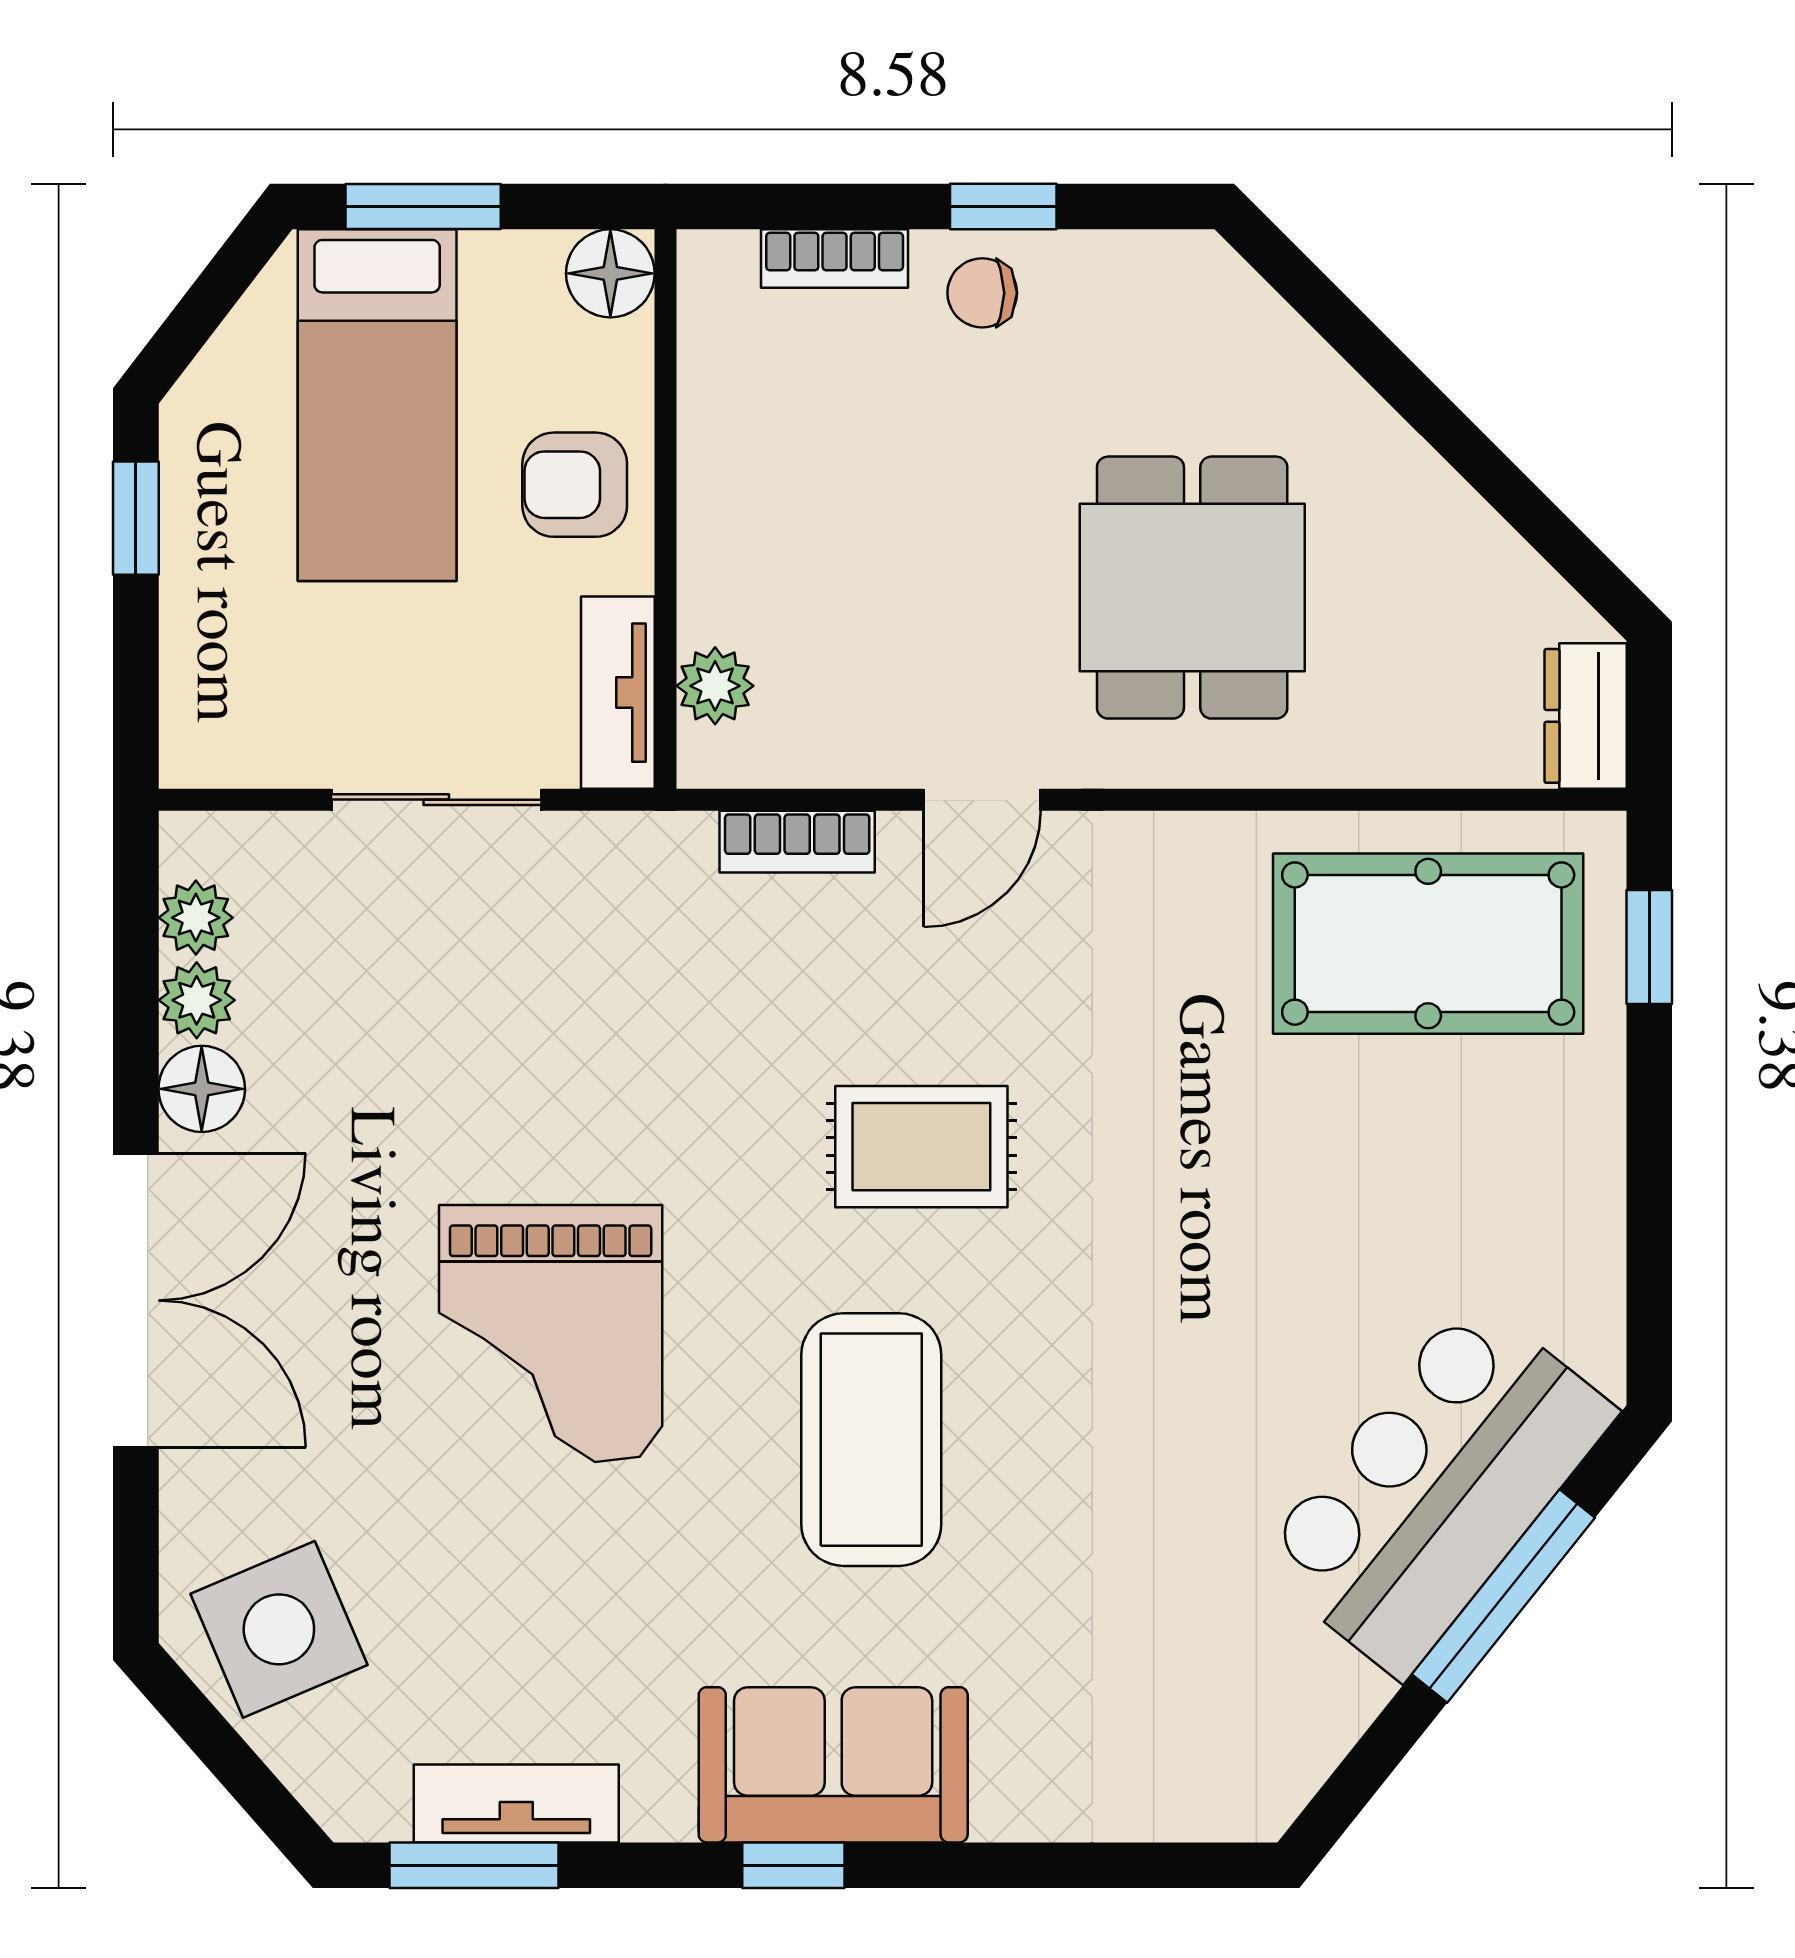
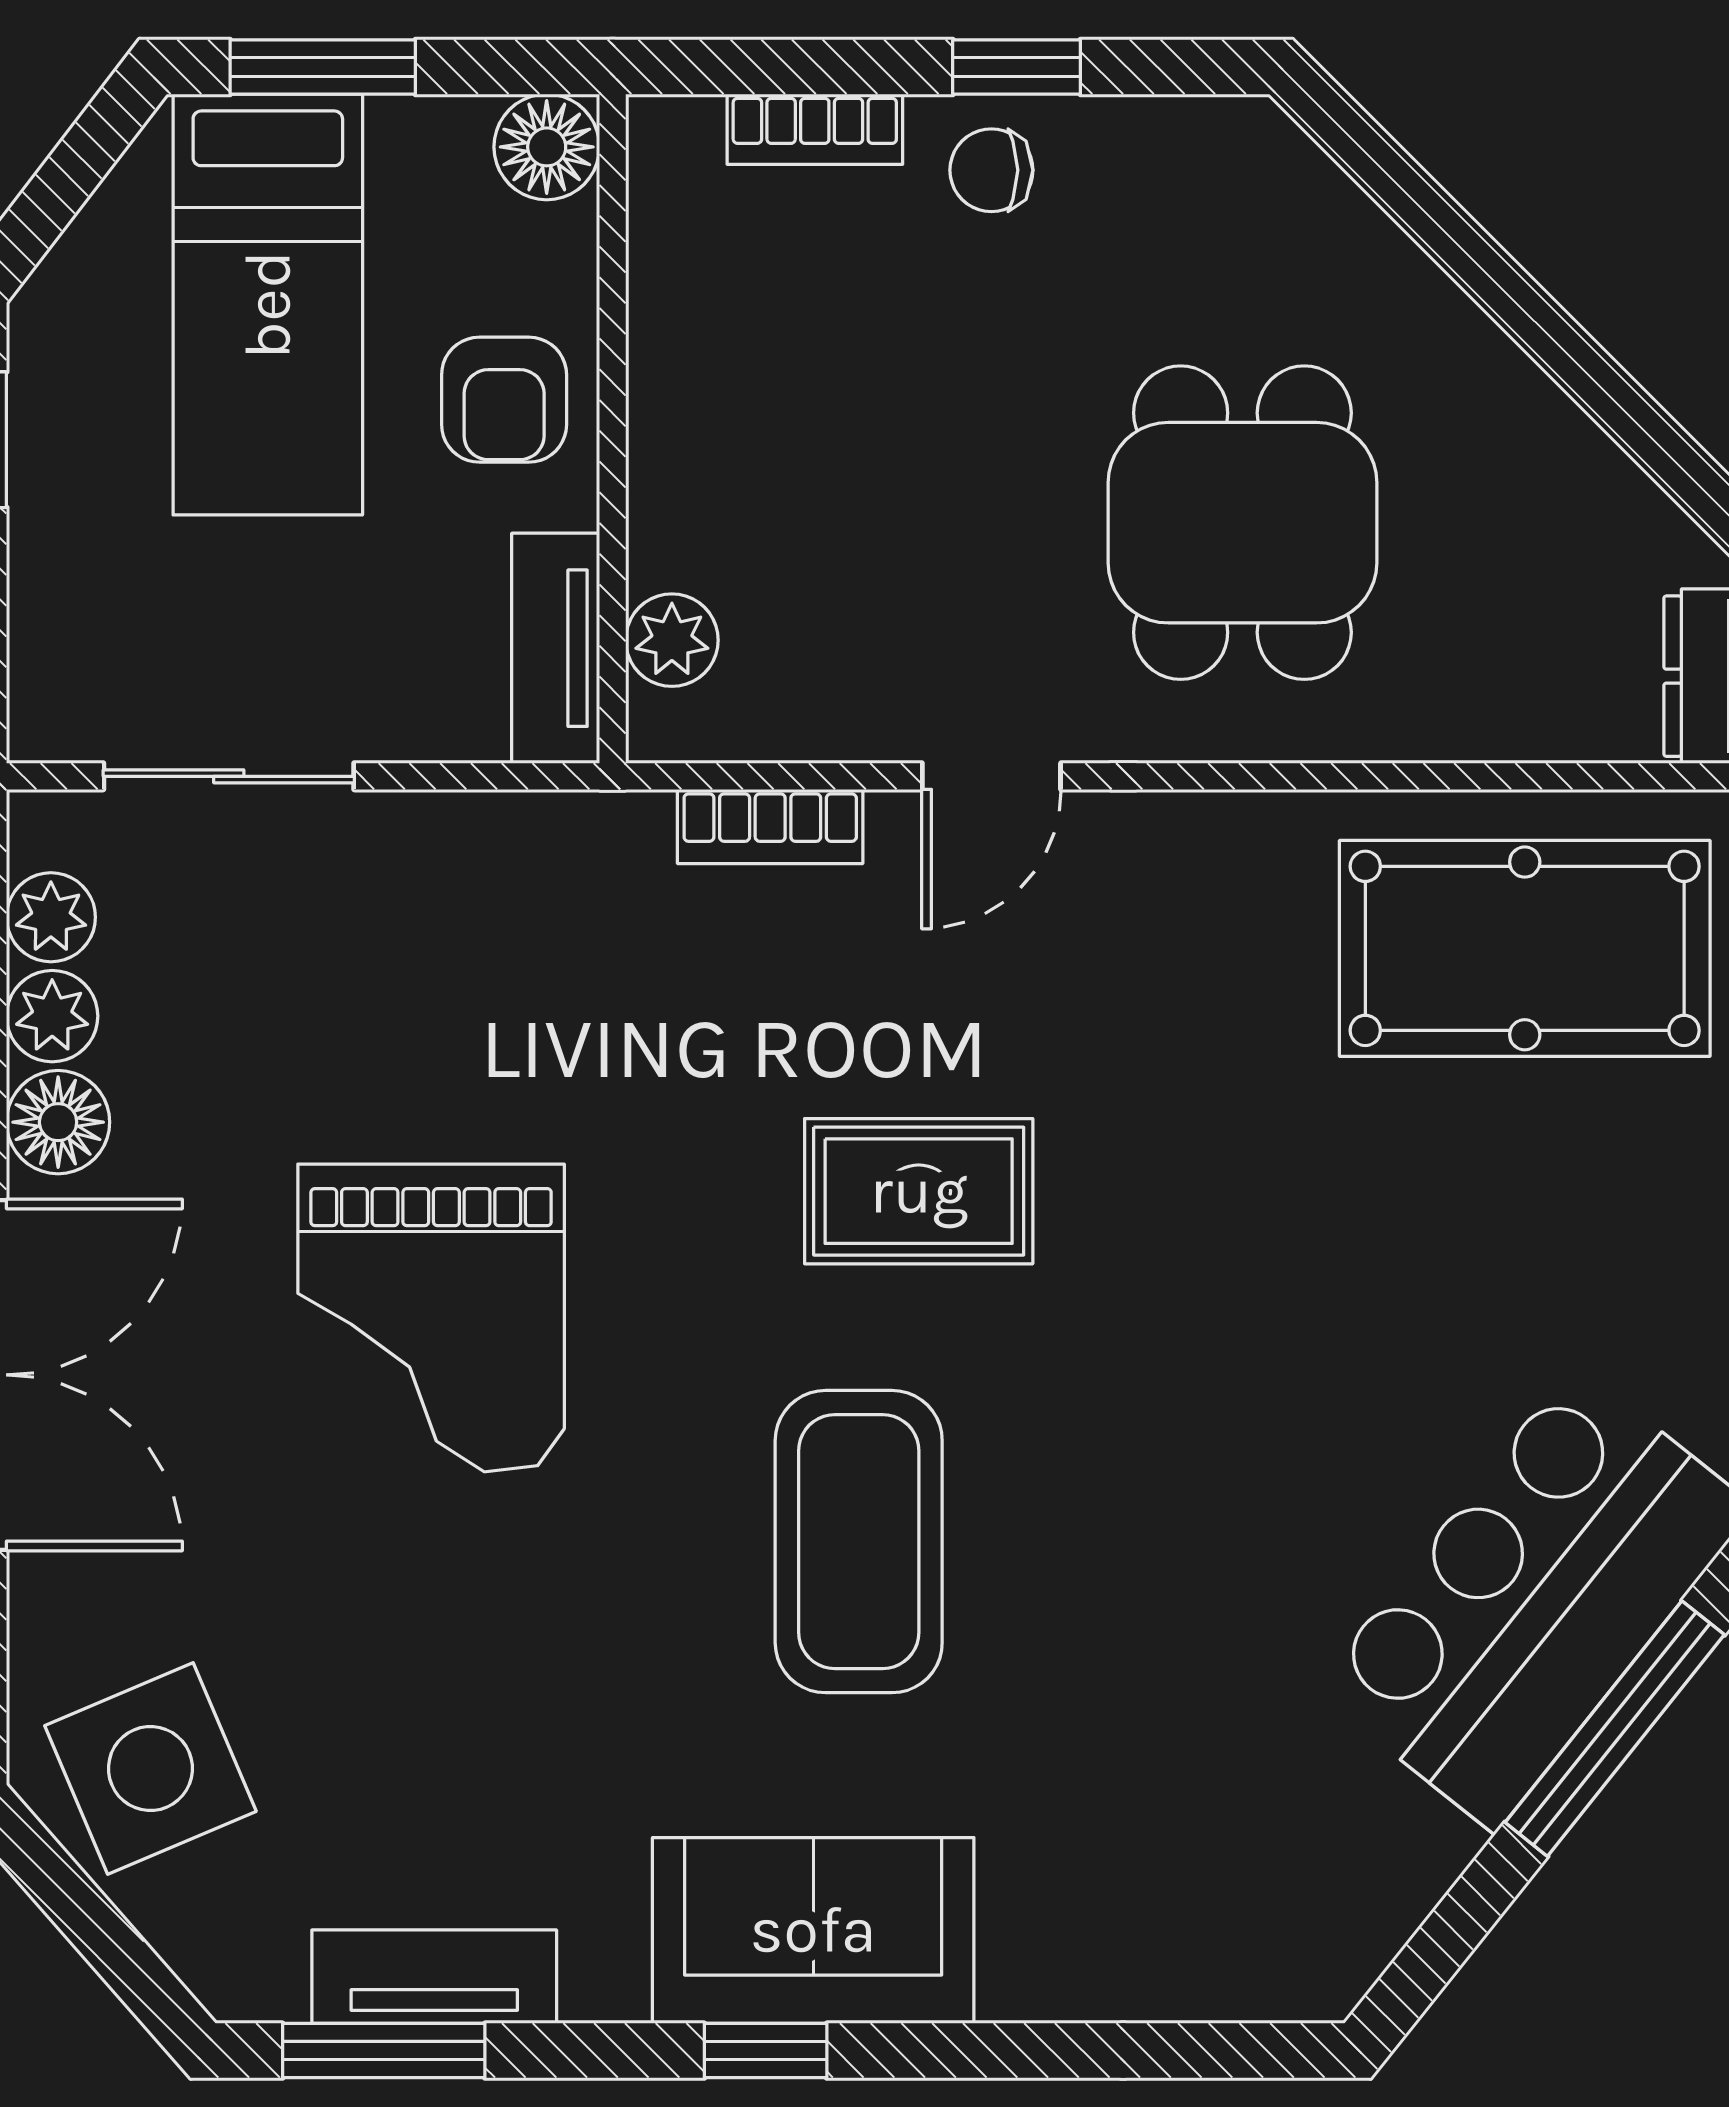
armchair: (575, 485) -> (504, 400), turned -90
sliding door: (436, 800) -> (229, 776), moved
grand piano: (551, 1333) -> (431, 1318), moved

